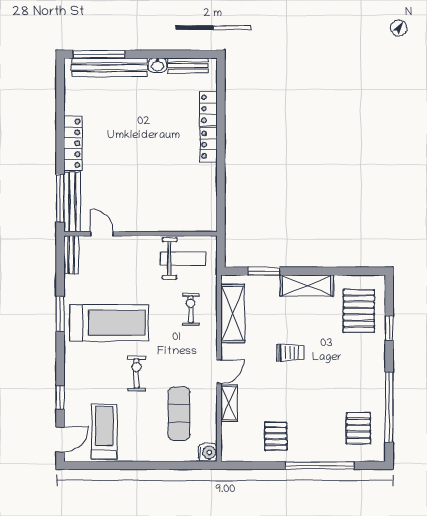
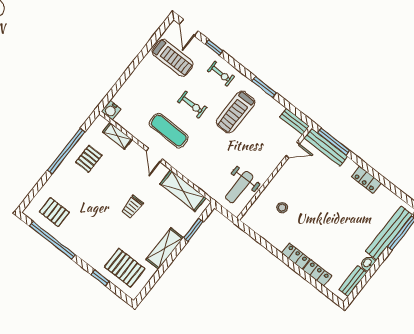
locker: (73, 143) -> (366, 180), width x0.66
stool: (170, 198) -> (282, 208), added
exercise bike: (191, 309) -> (221, 74), moved
treadmill: (109, 323) -> (236, 112), width x0.73, depth x0.73
shelving: (229, 403) -> (117, 136), moved
exercise mat: (179, 414) -> (169, 131), moved
pallet: (276, 436) -> (89, 159), turned 90
window: (319, 465) -> (66, 151), moved

